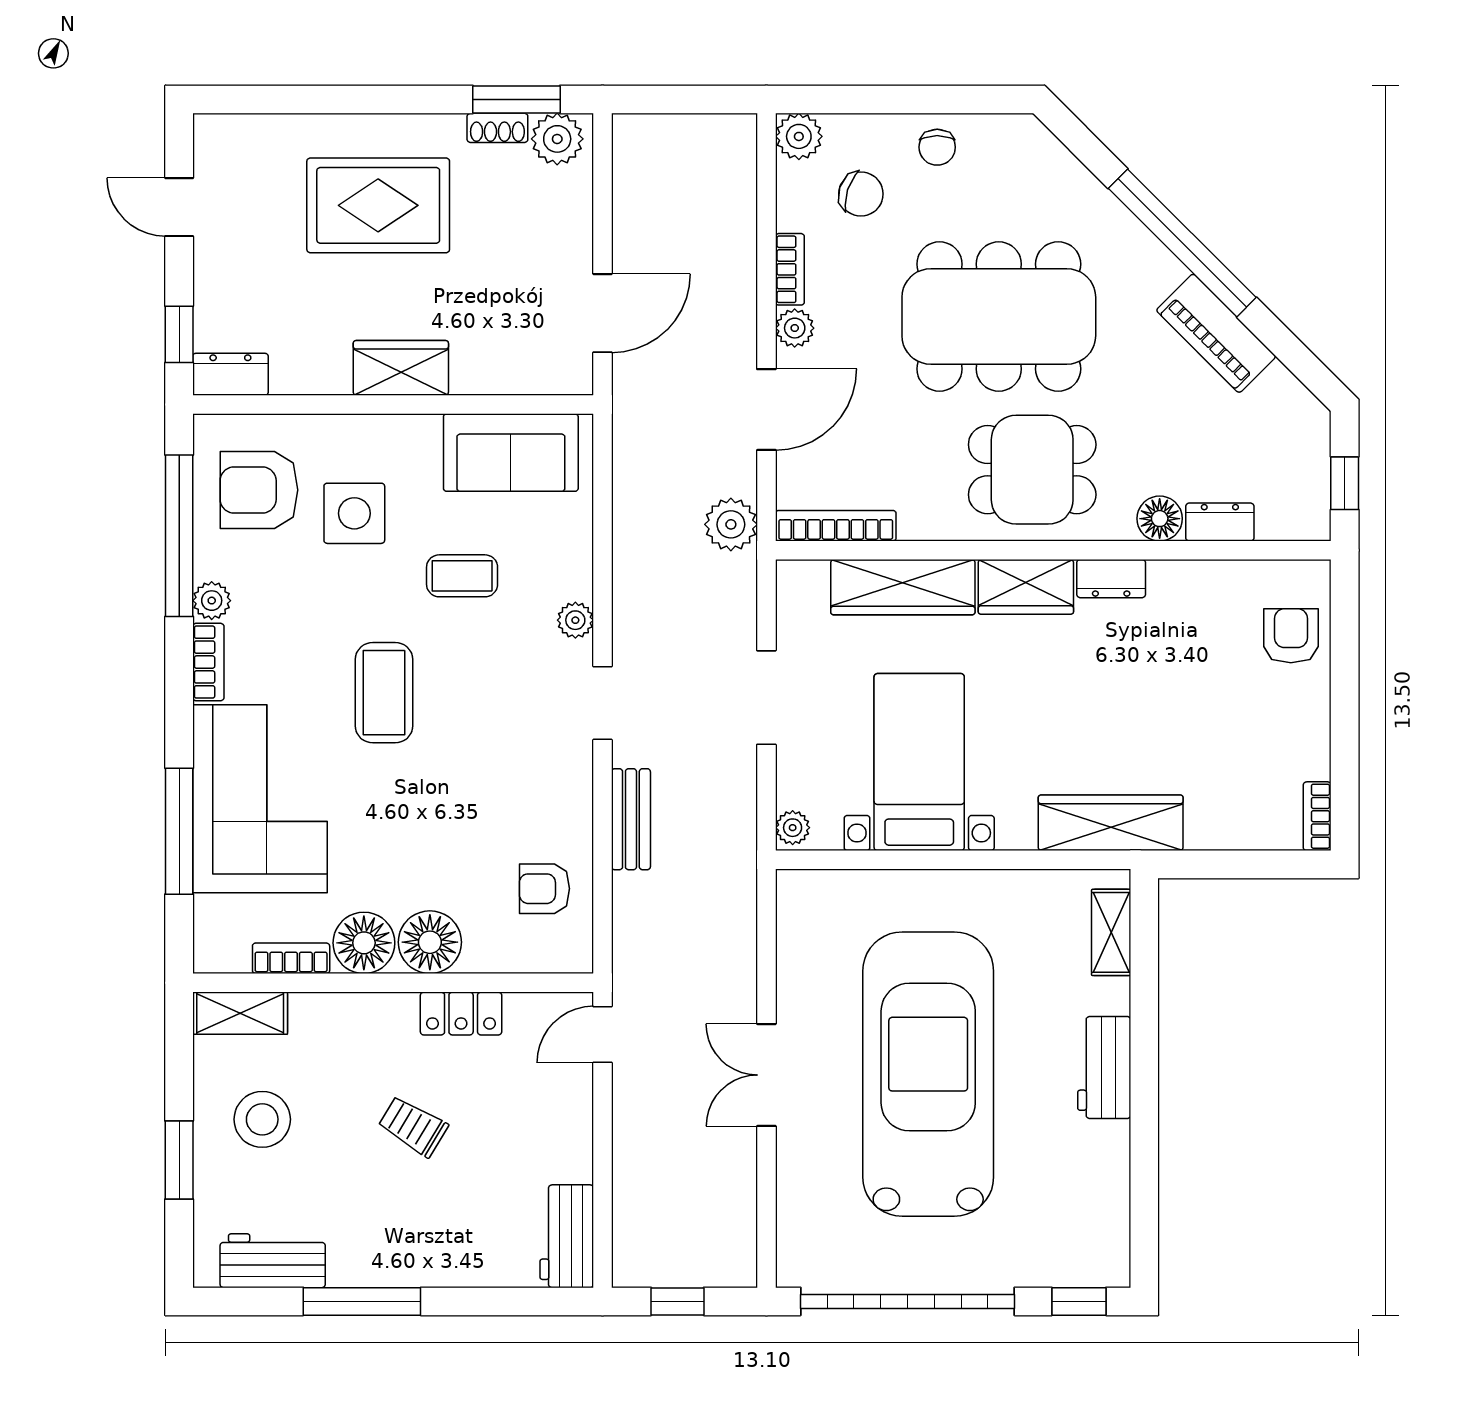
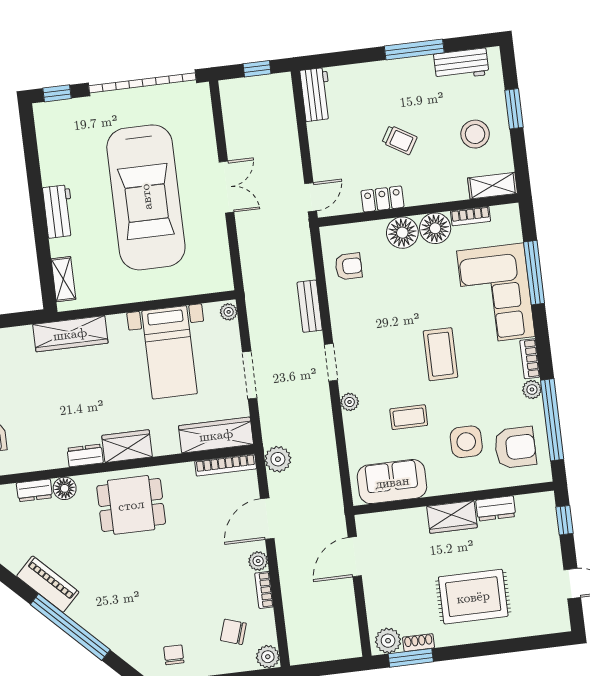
chair: (937, 147) -> (174, 655), moved
dining table: (999, 316) -> (157, 579), removed
dresser: (230, 374) -> (496, 508), moved
wardrobe: (903, 587) -> (216, 435), moved

